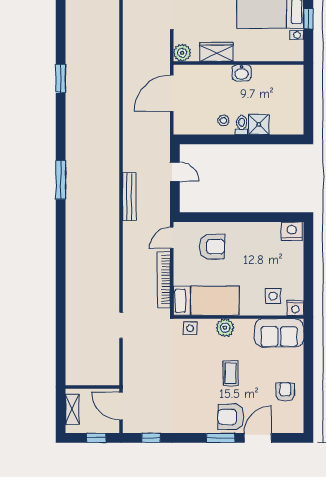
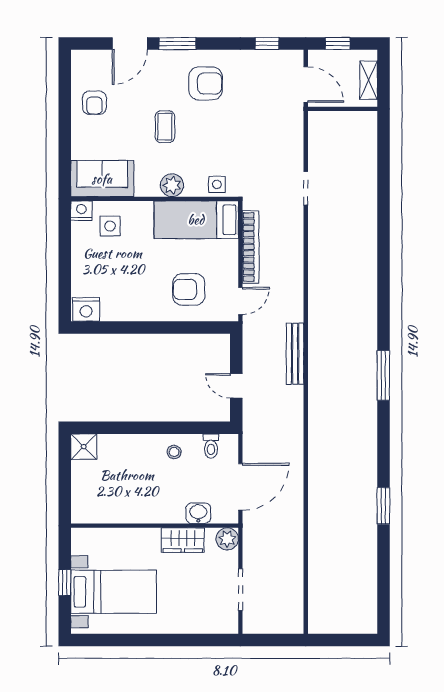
washbasin: (242, 73) -> (198, 513), moved
toilet: (242, 125) -> (211, 446), moved
shower: (259, 125) -> (84, 447), moved
armchair: (231, 417) -> (206, 83), moved

